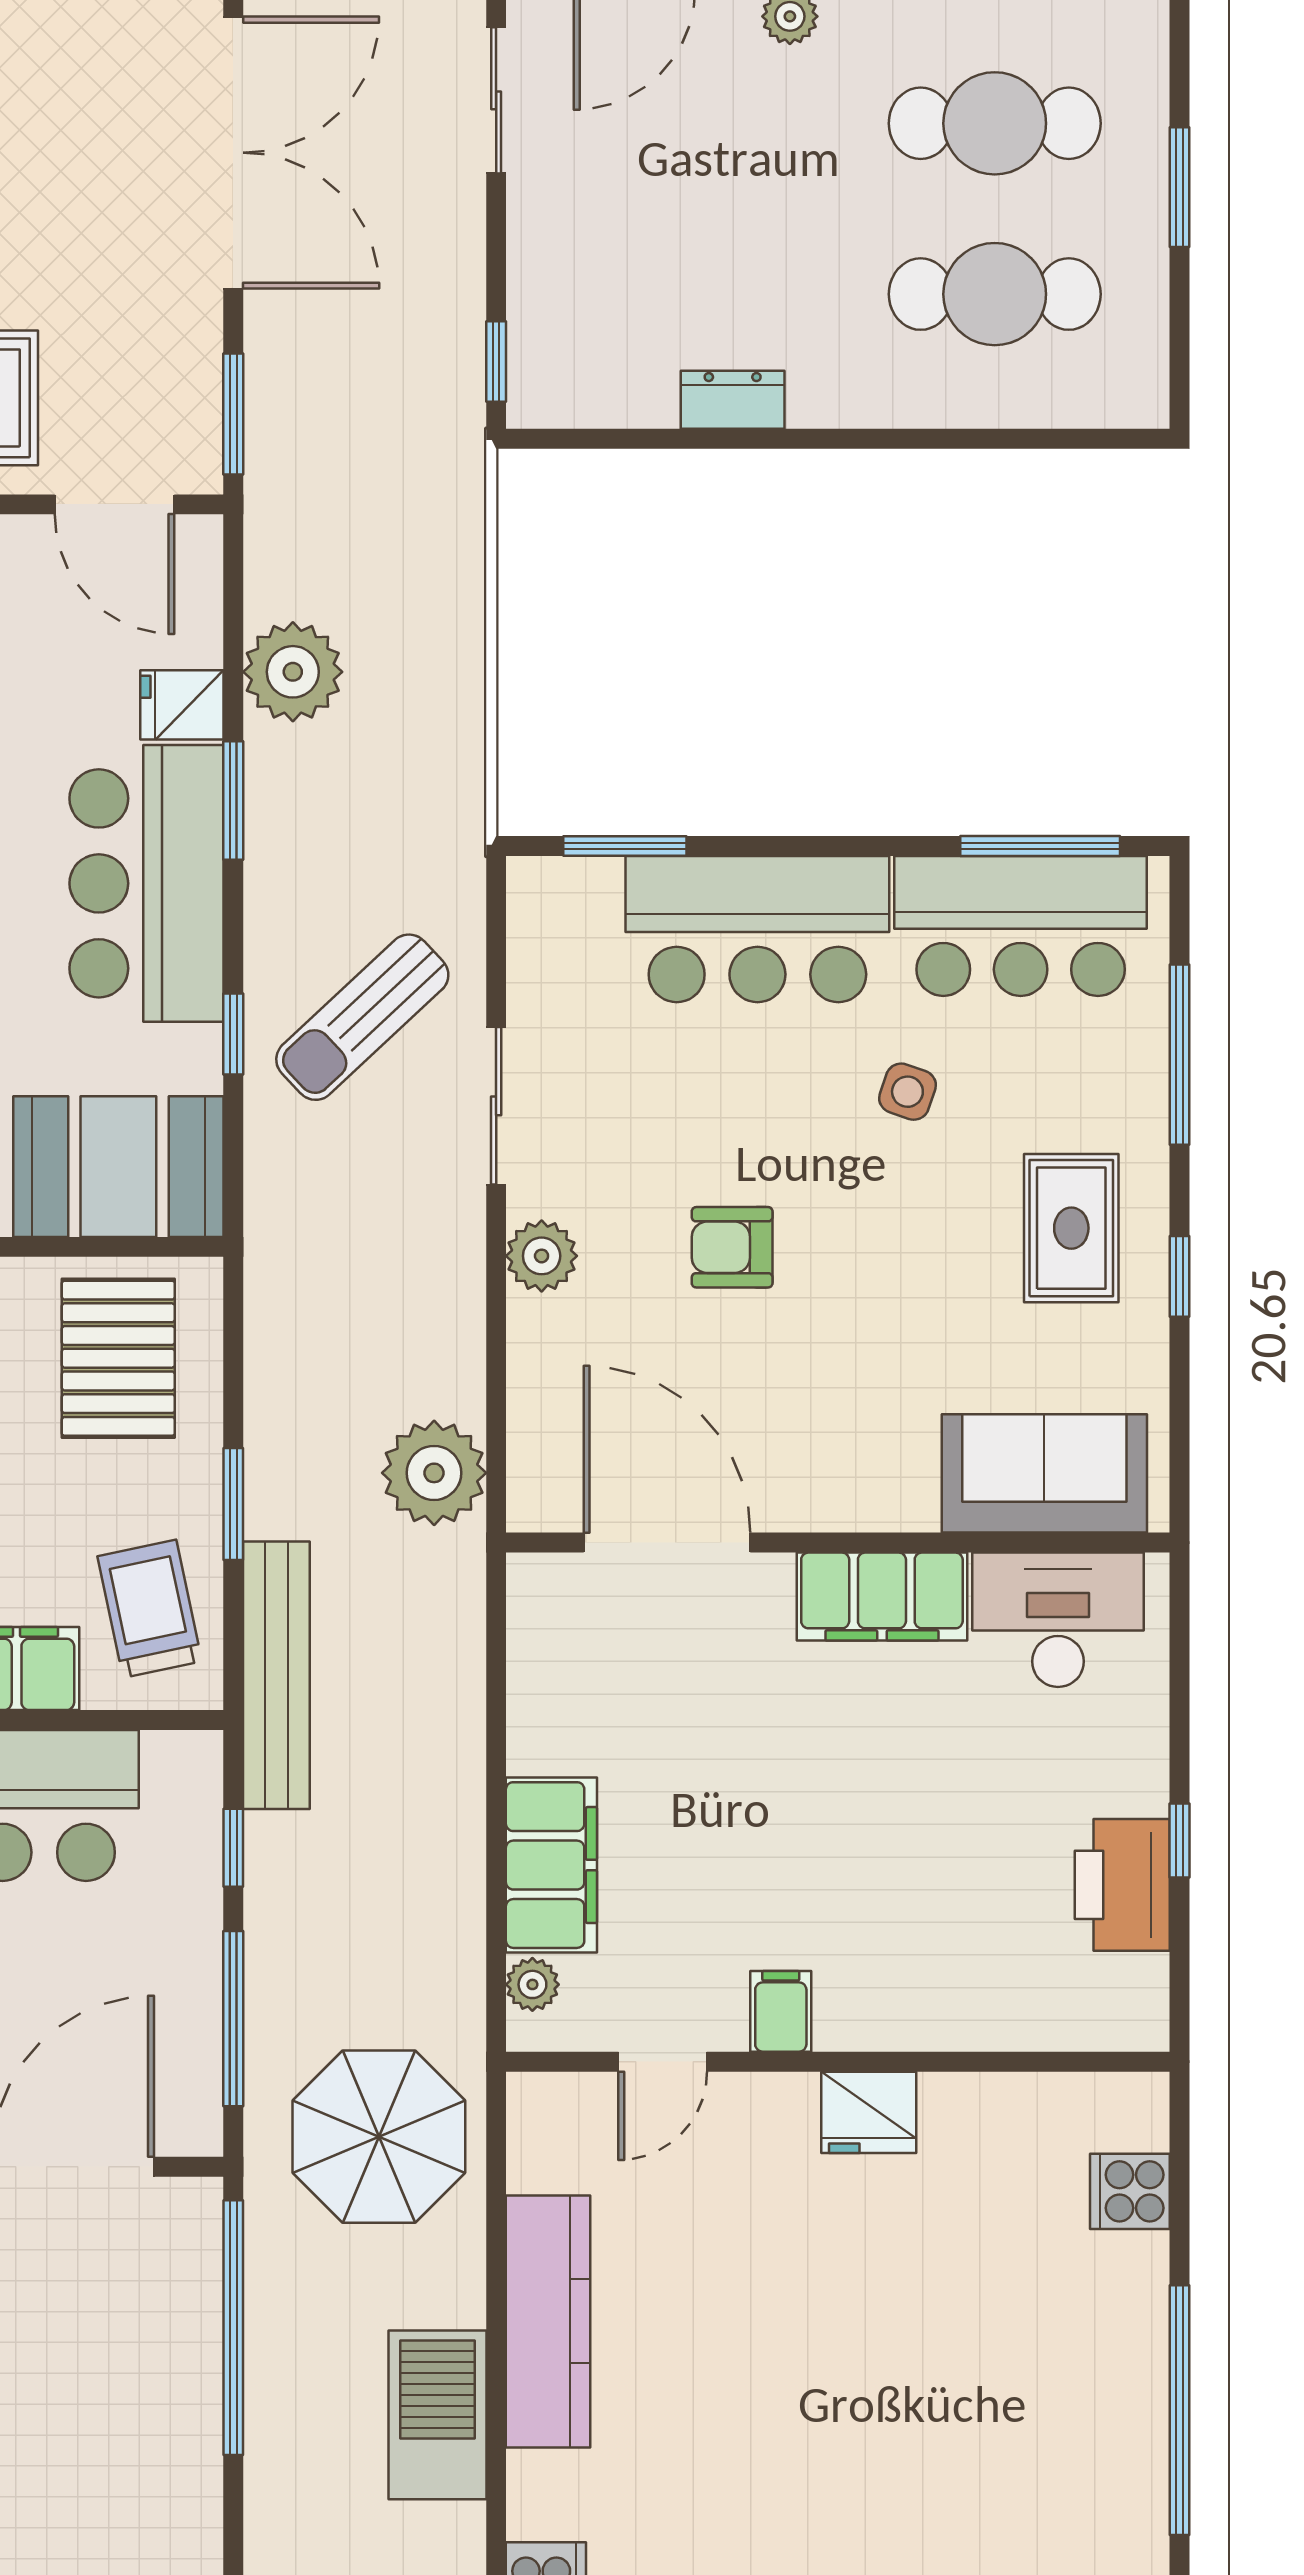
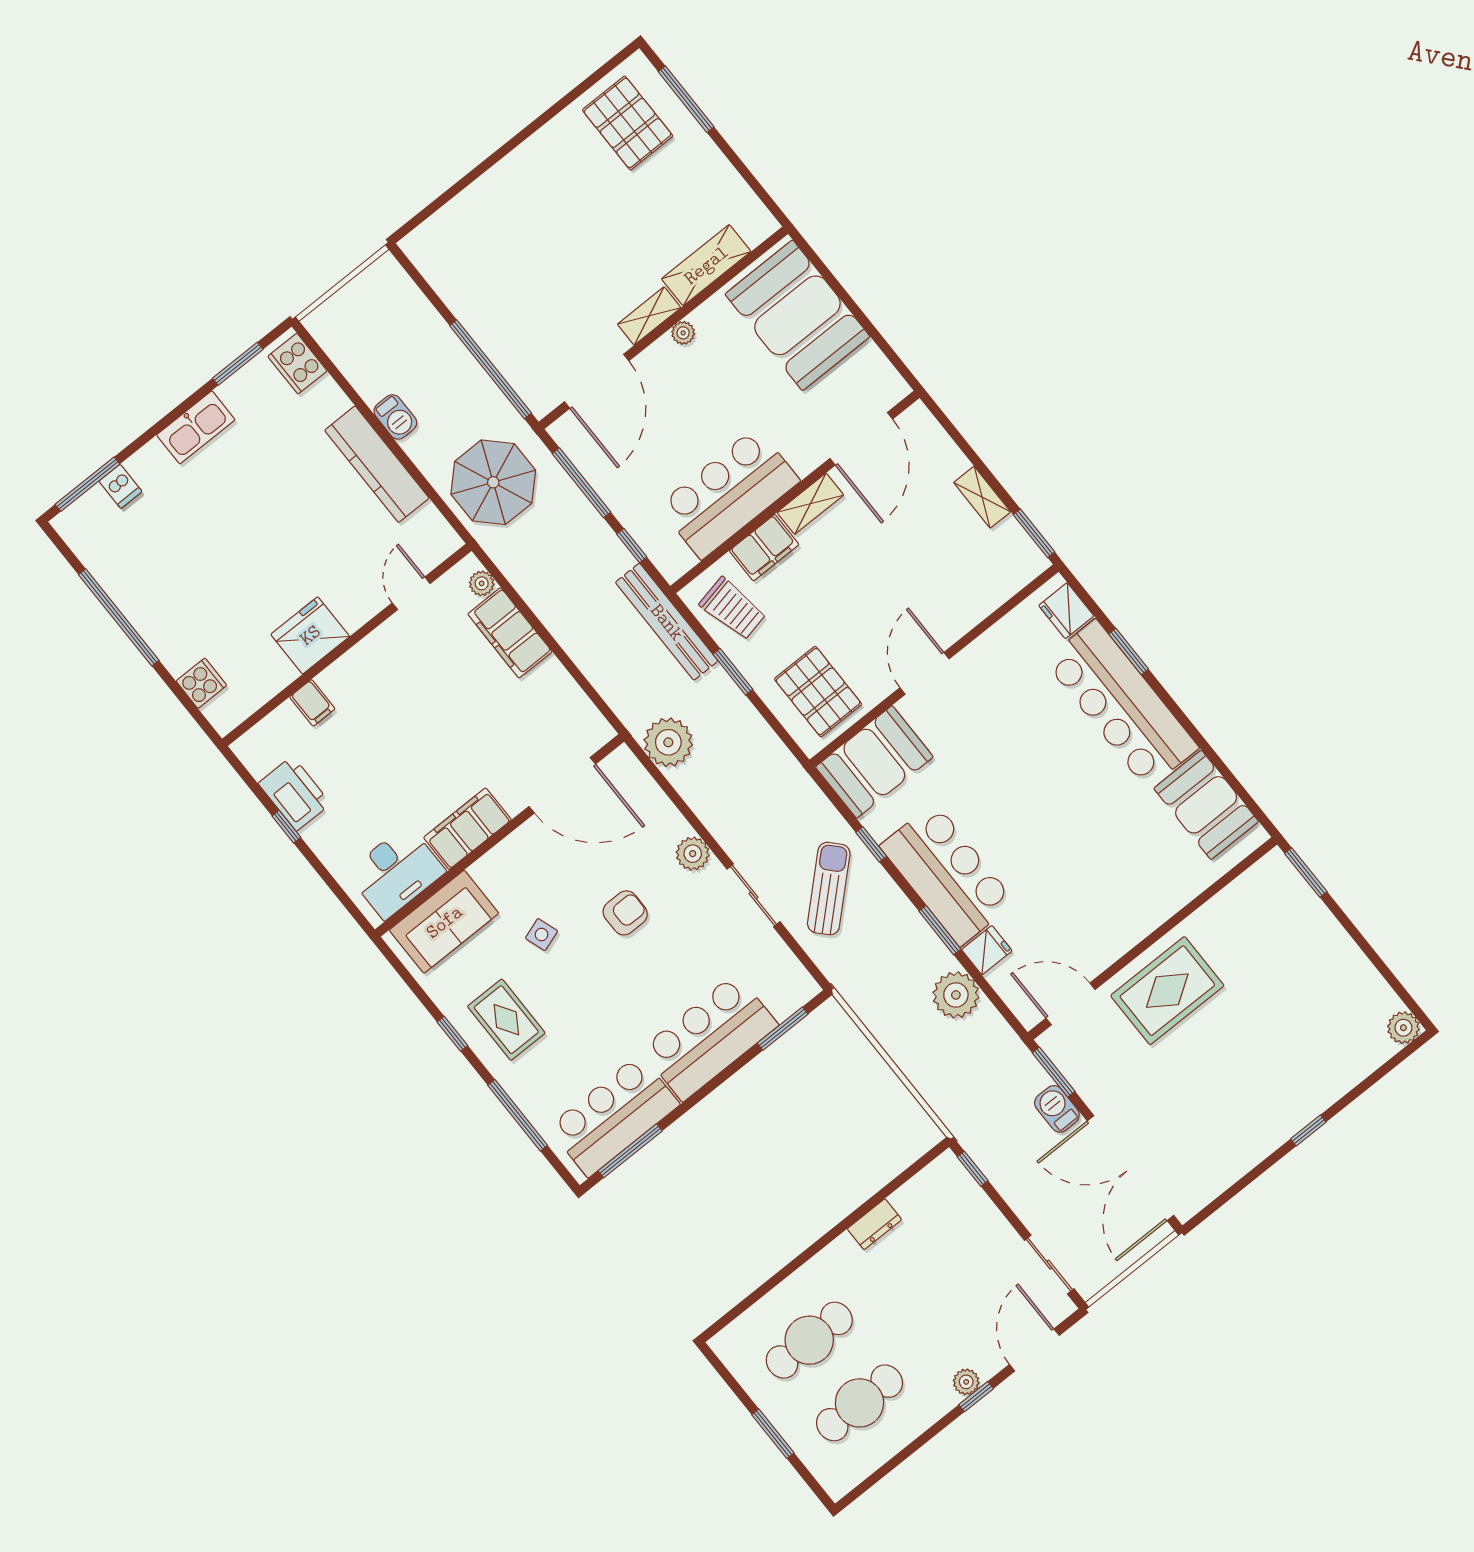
barbecue: (277, 349) -> (1057, 1109), added
side table: (907, 1092) -> (542, 935), moved, turned -38
filing cabinet: (781, 2011) -> (312, 703), moved
fridge: (869, 2112) -> (310, 635), width x1.36, depth x1.34
barbecue: (437, 2415) -> (395, 417), width x0.53, depth x0.65

